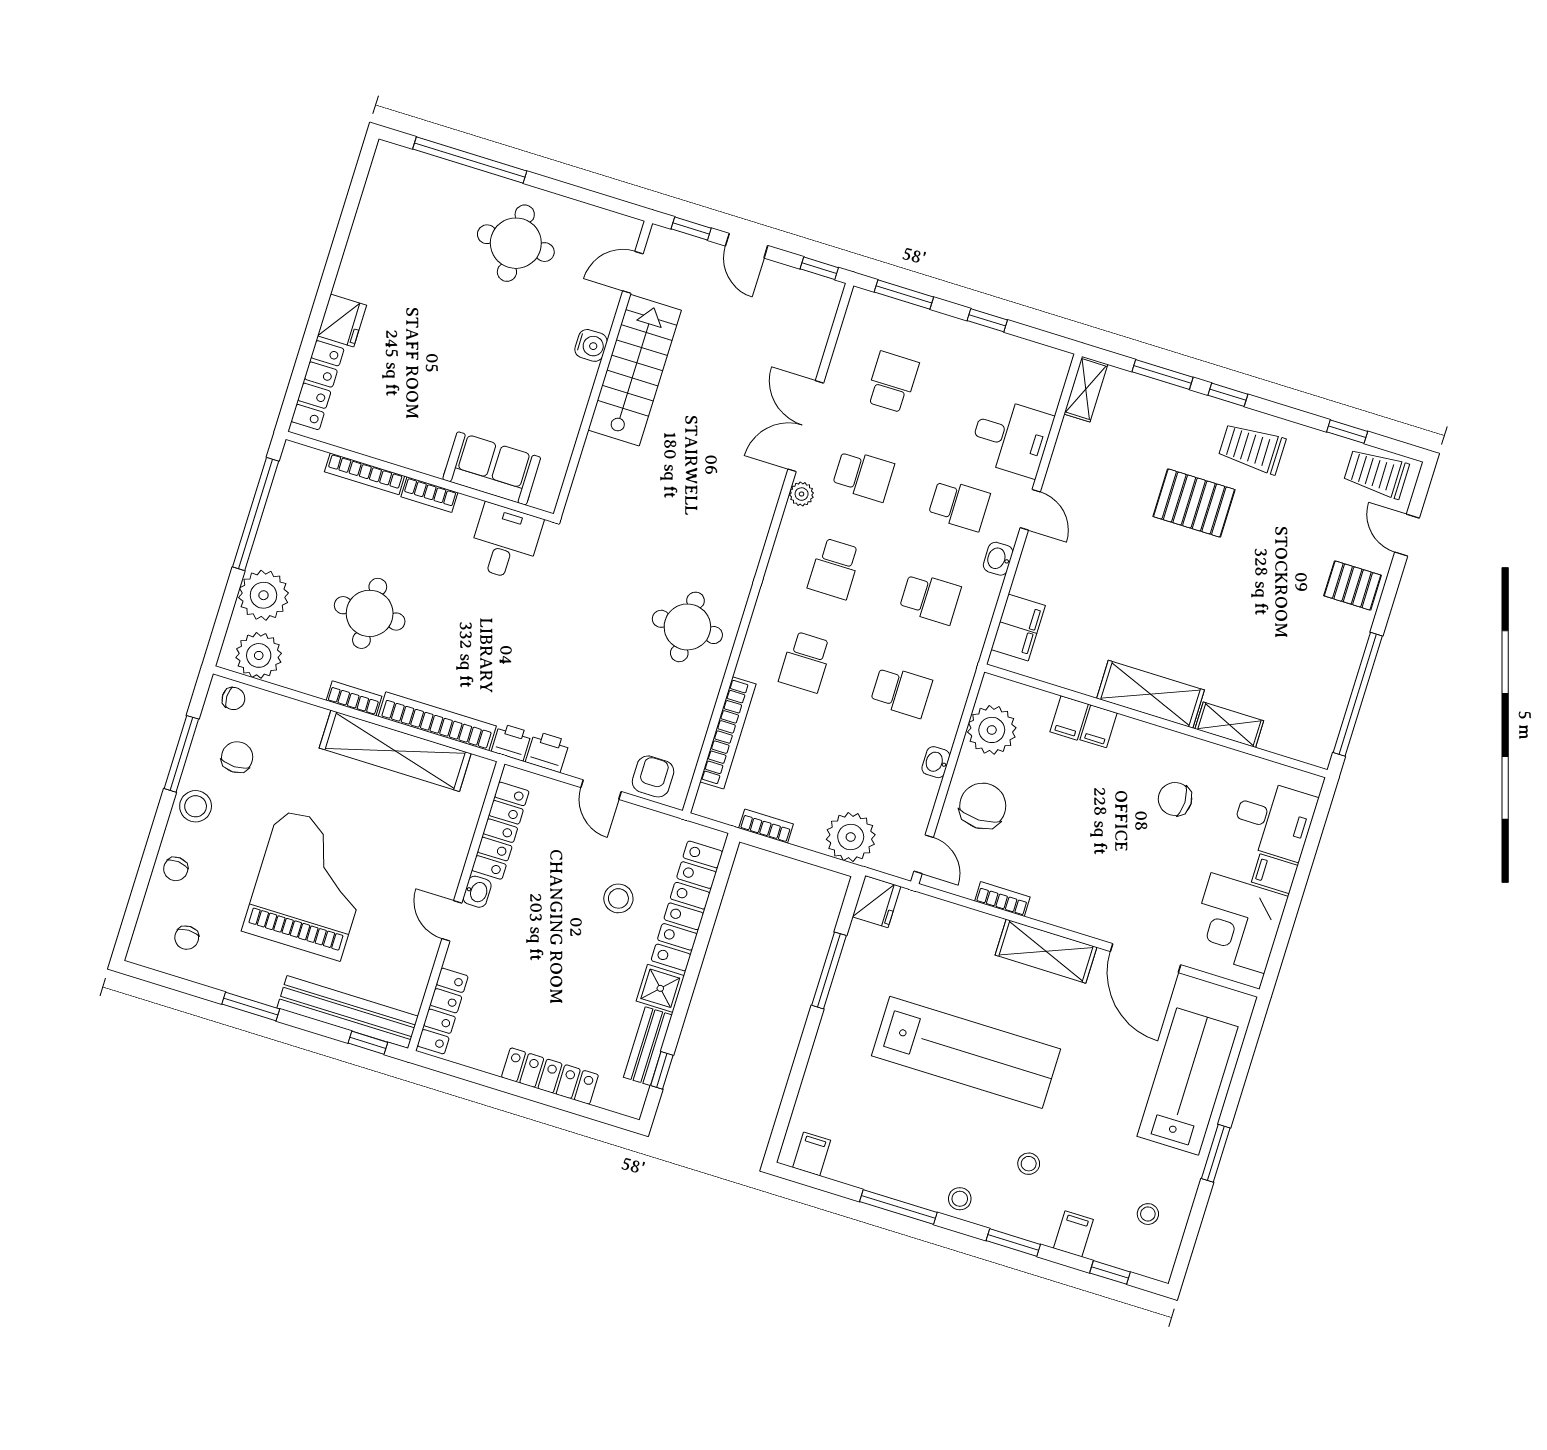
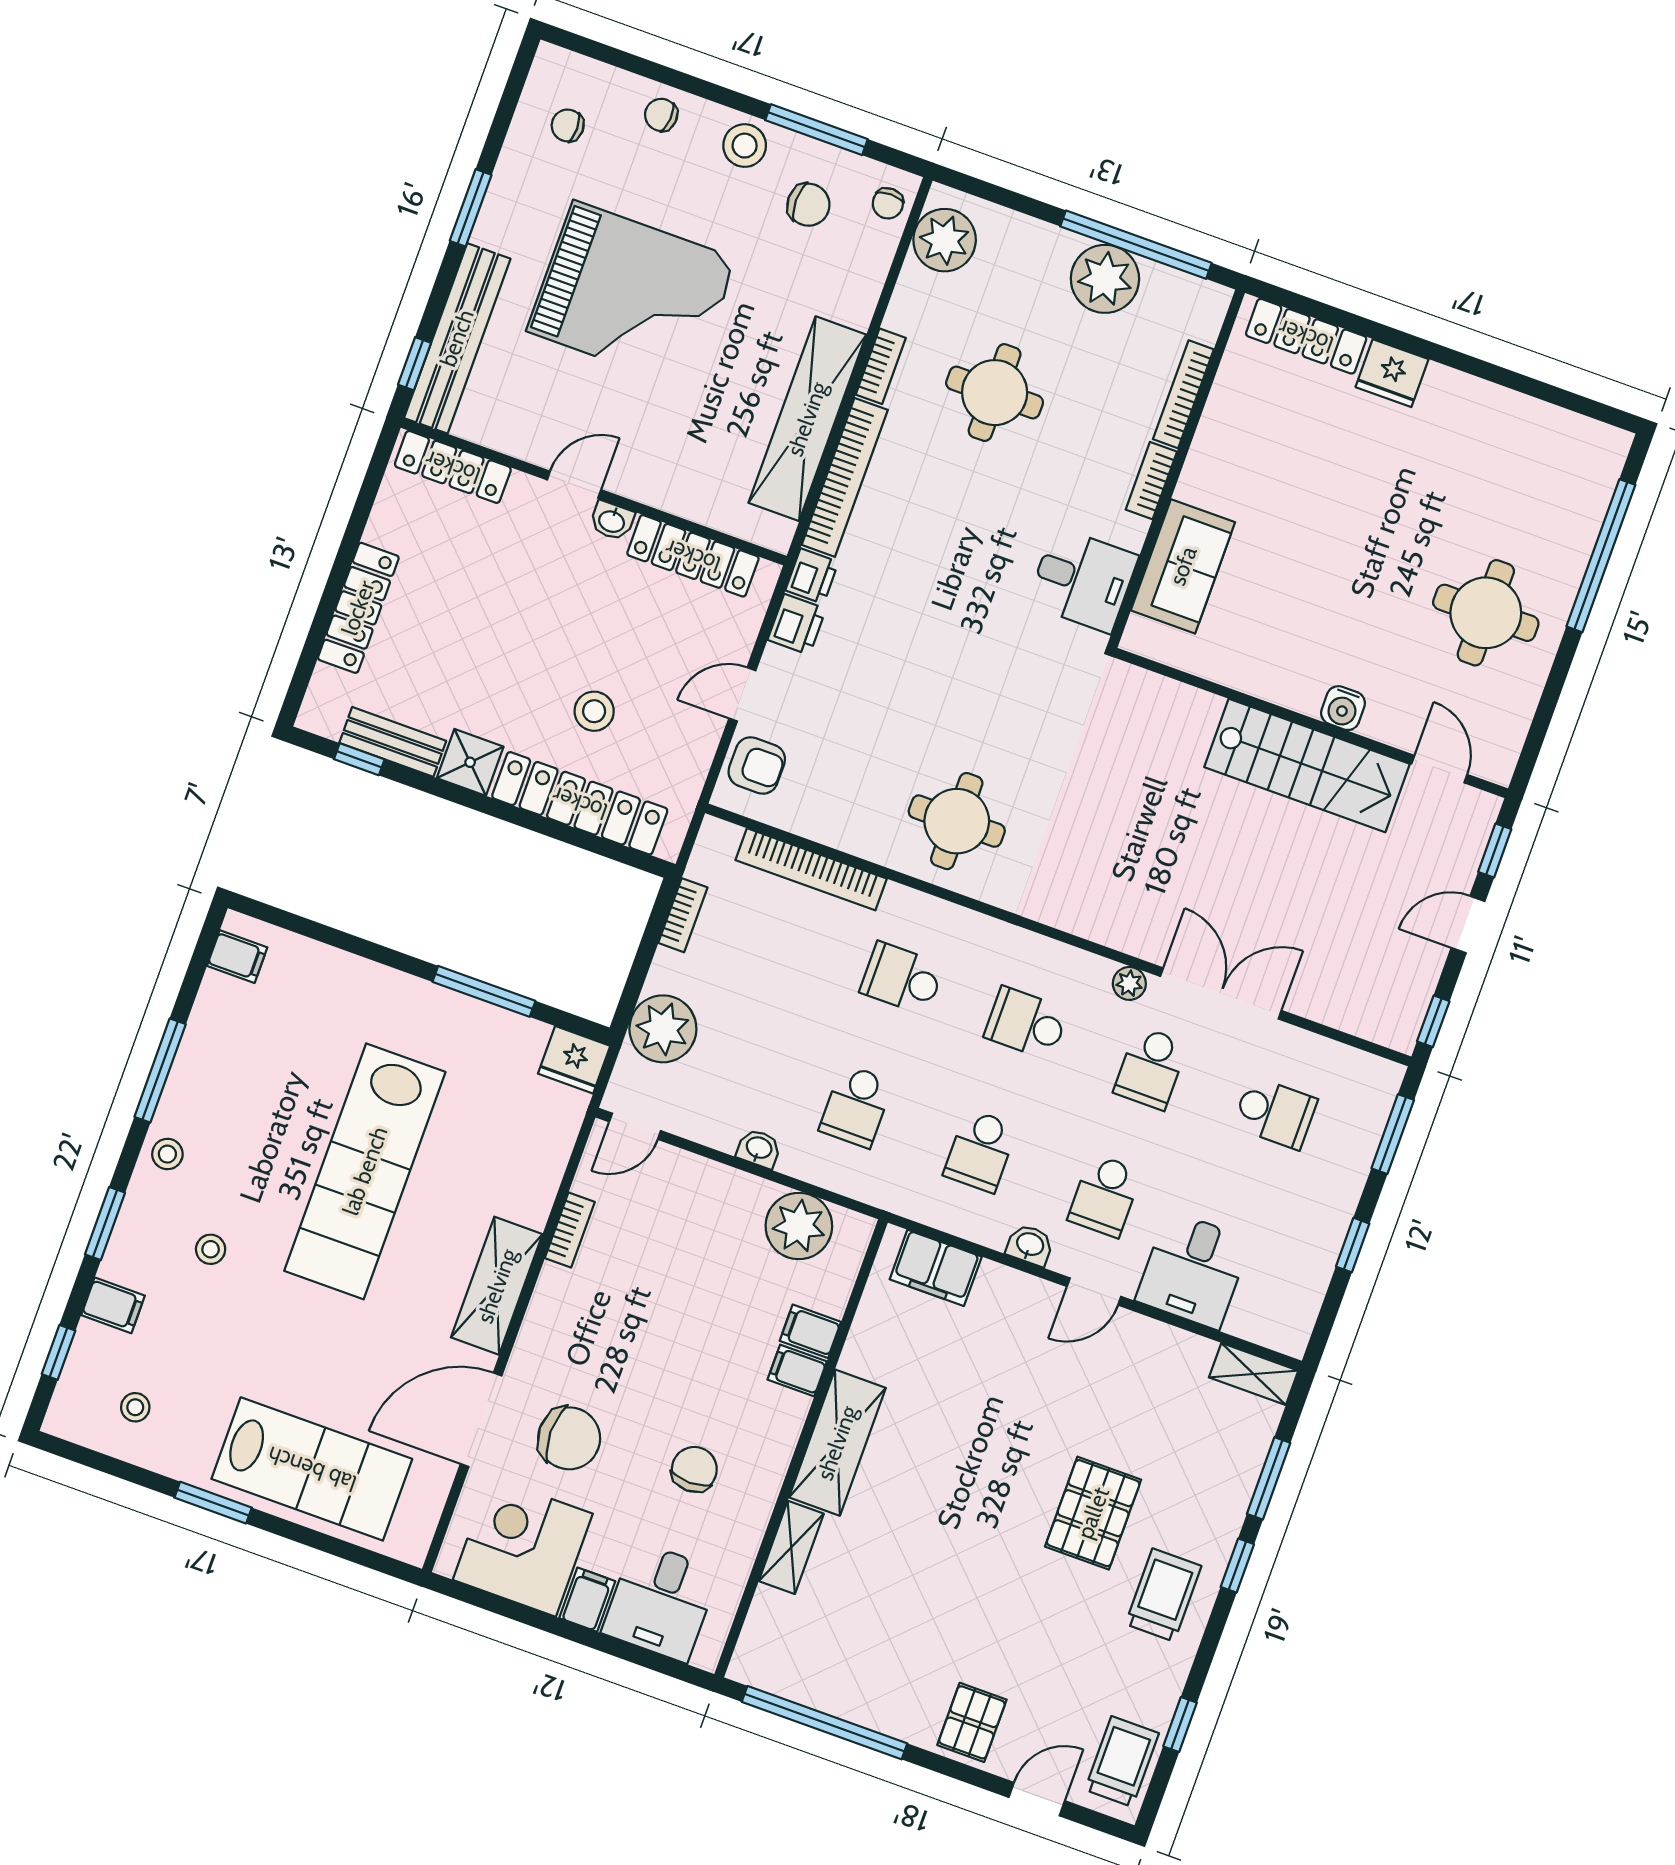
plant: (264, 595) -> (1105, 279), moved
chair: (983, 806) -> (569, 1438), moved

